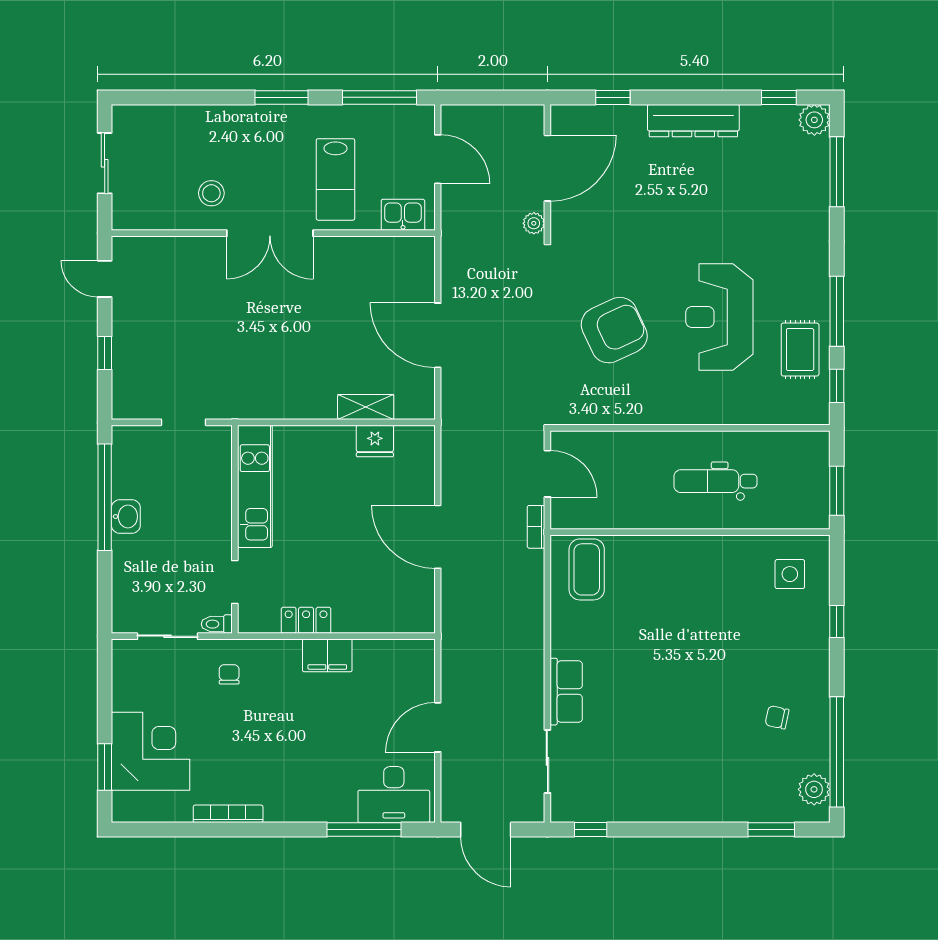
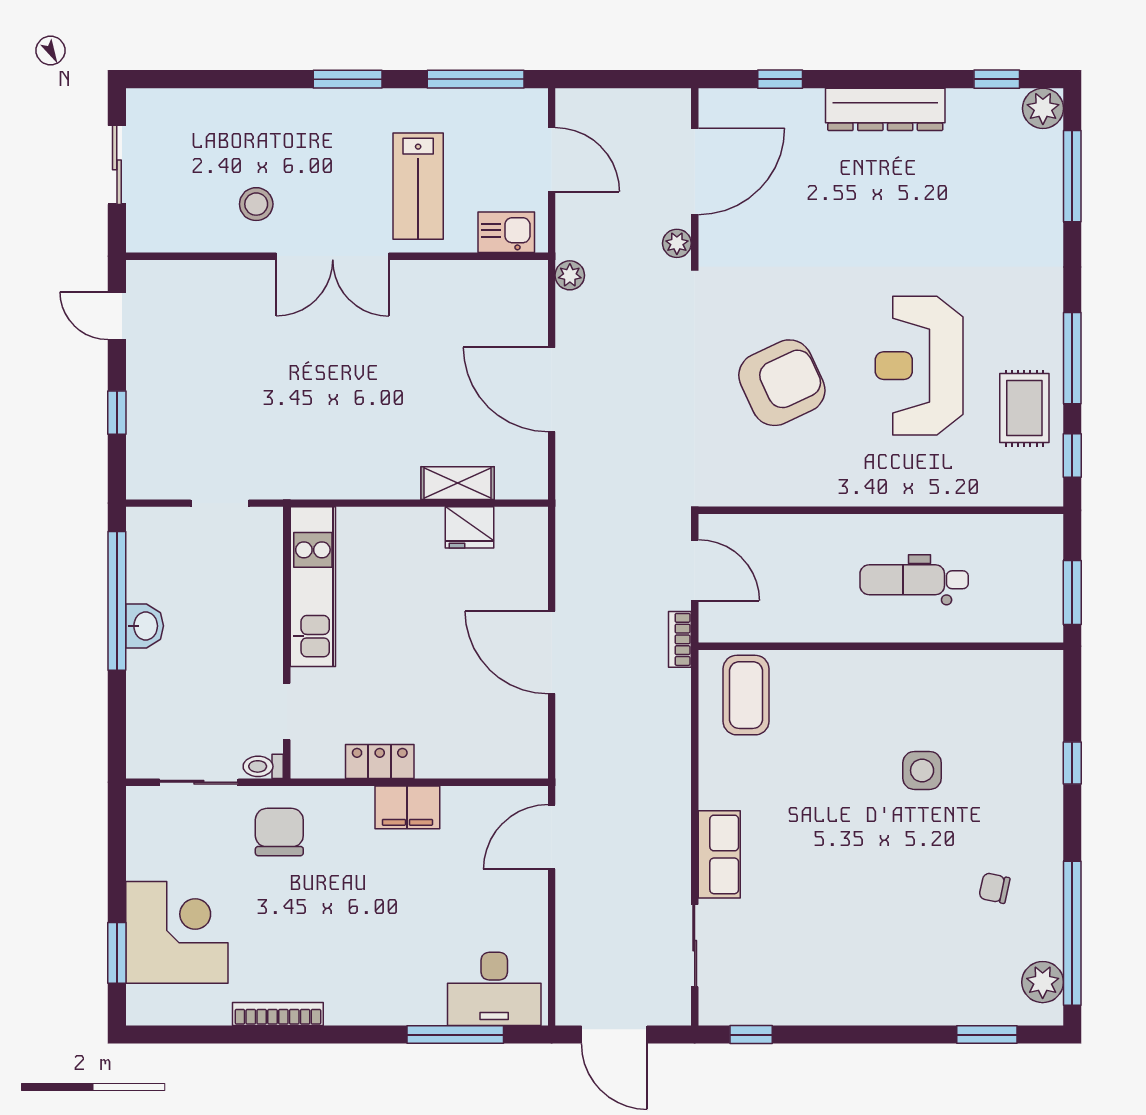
plant: (452, 248) -> (570, 275), added
side table: (790, 574) -> (922, 770), moved
chair: (229, 674) -> (279, 832), width x1.87, depth x1.87
door: (438, 727) -> (552, 837), moved

